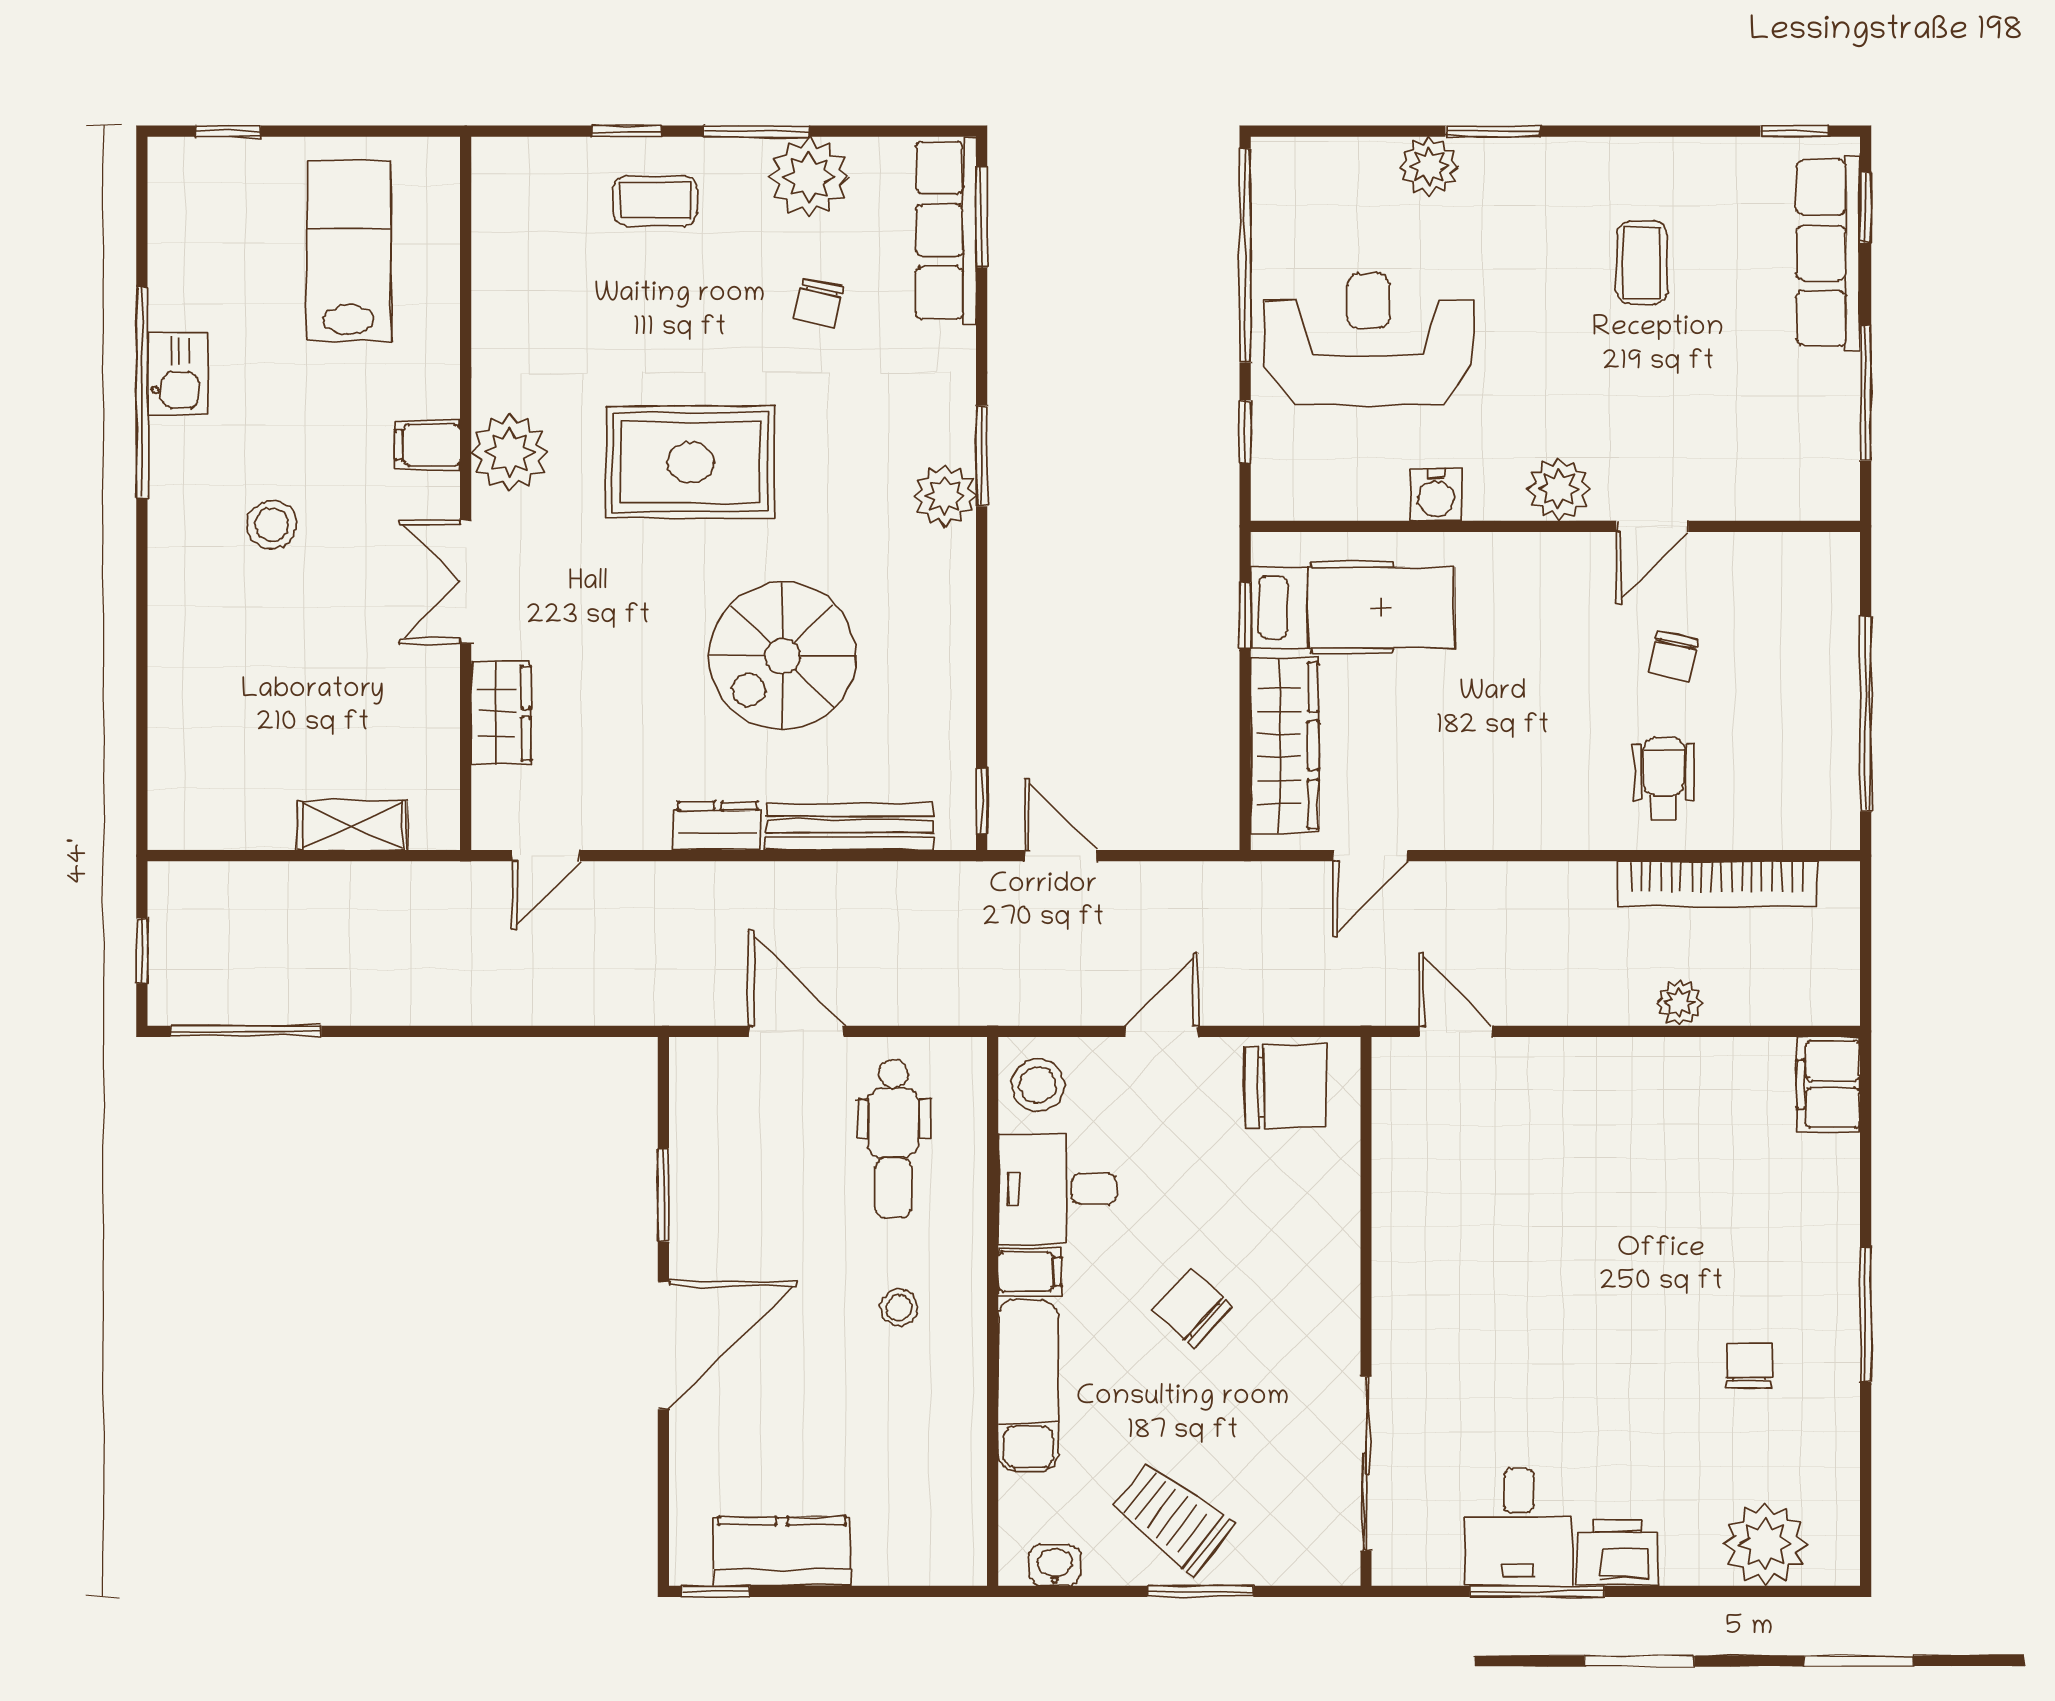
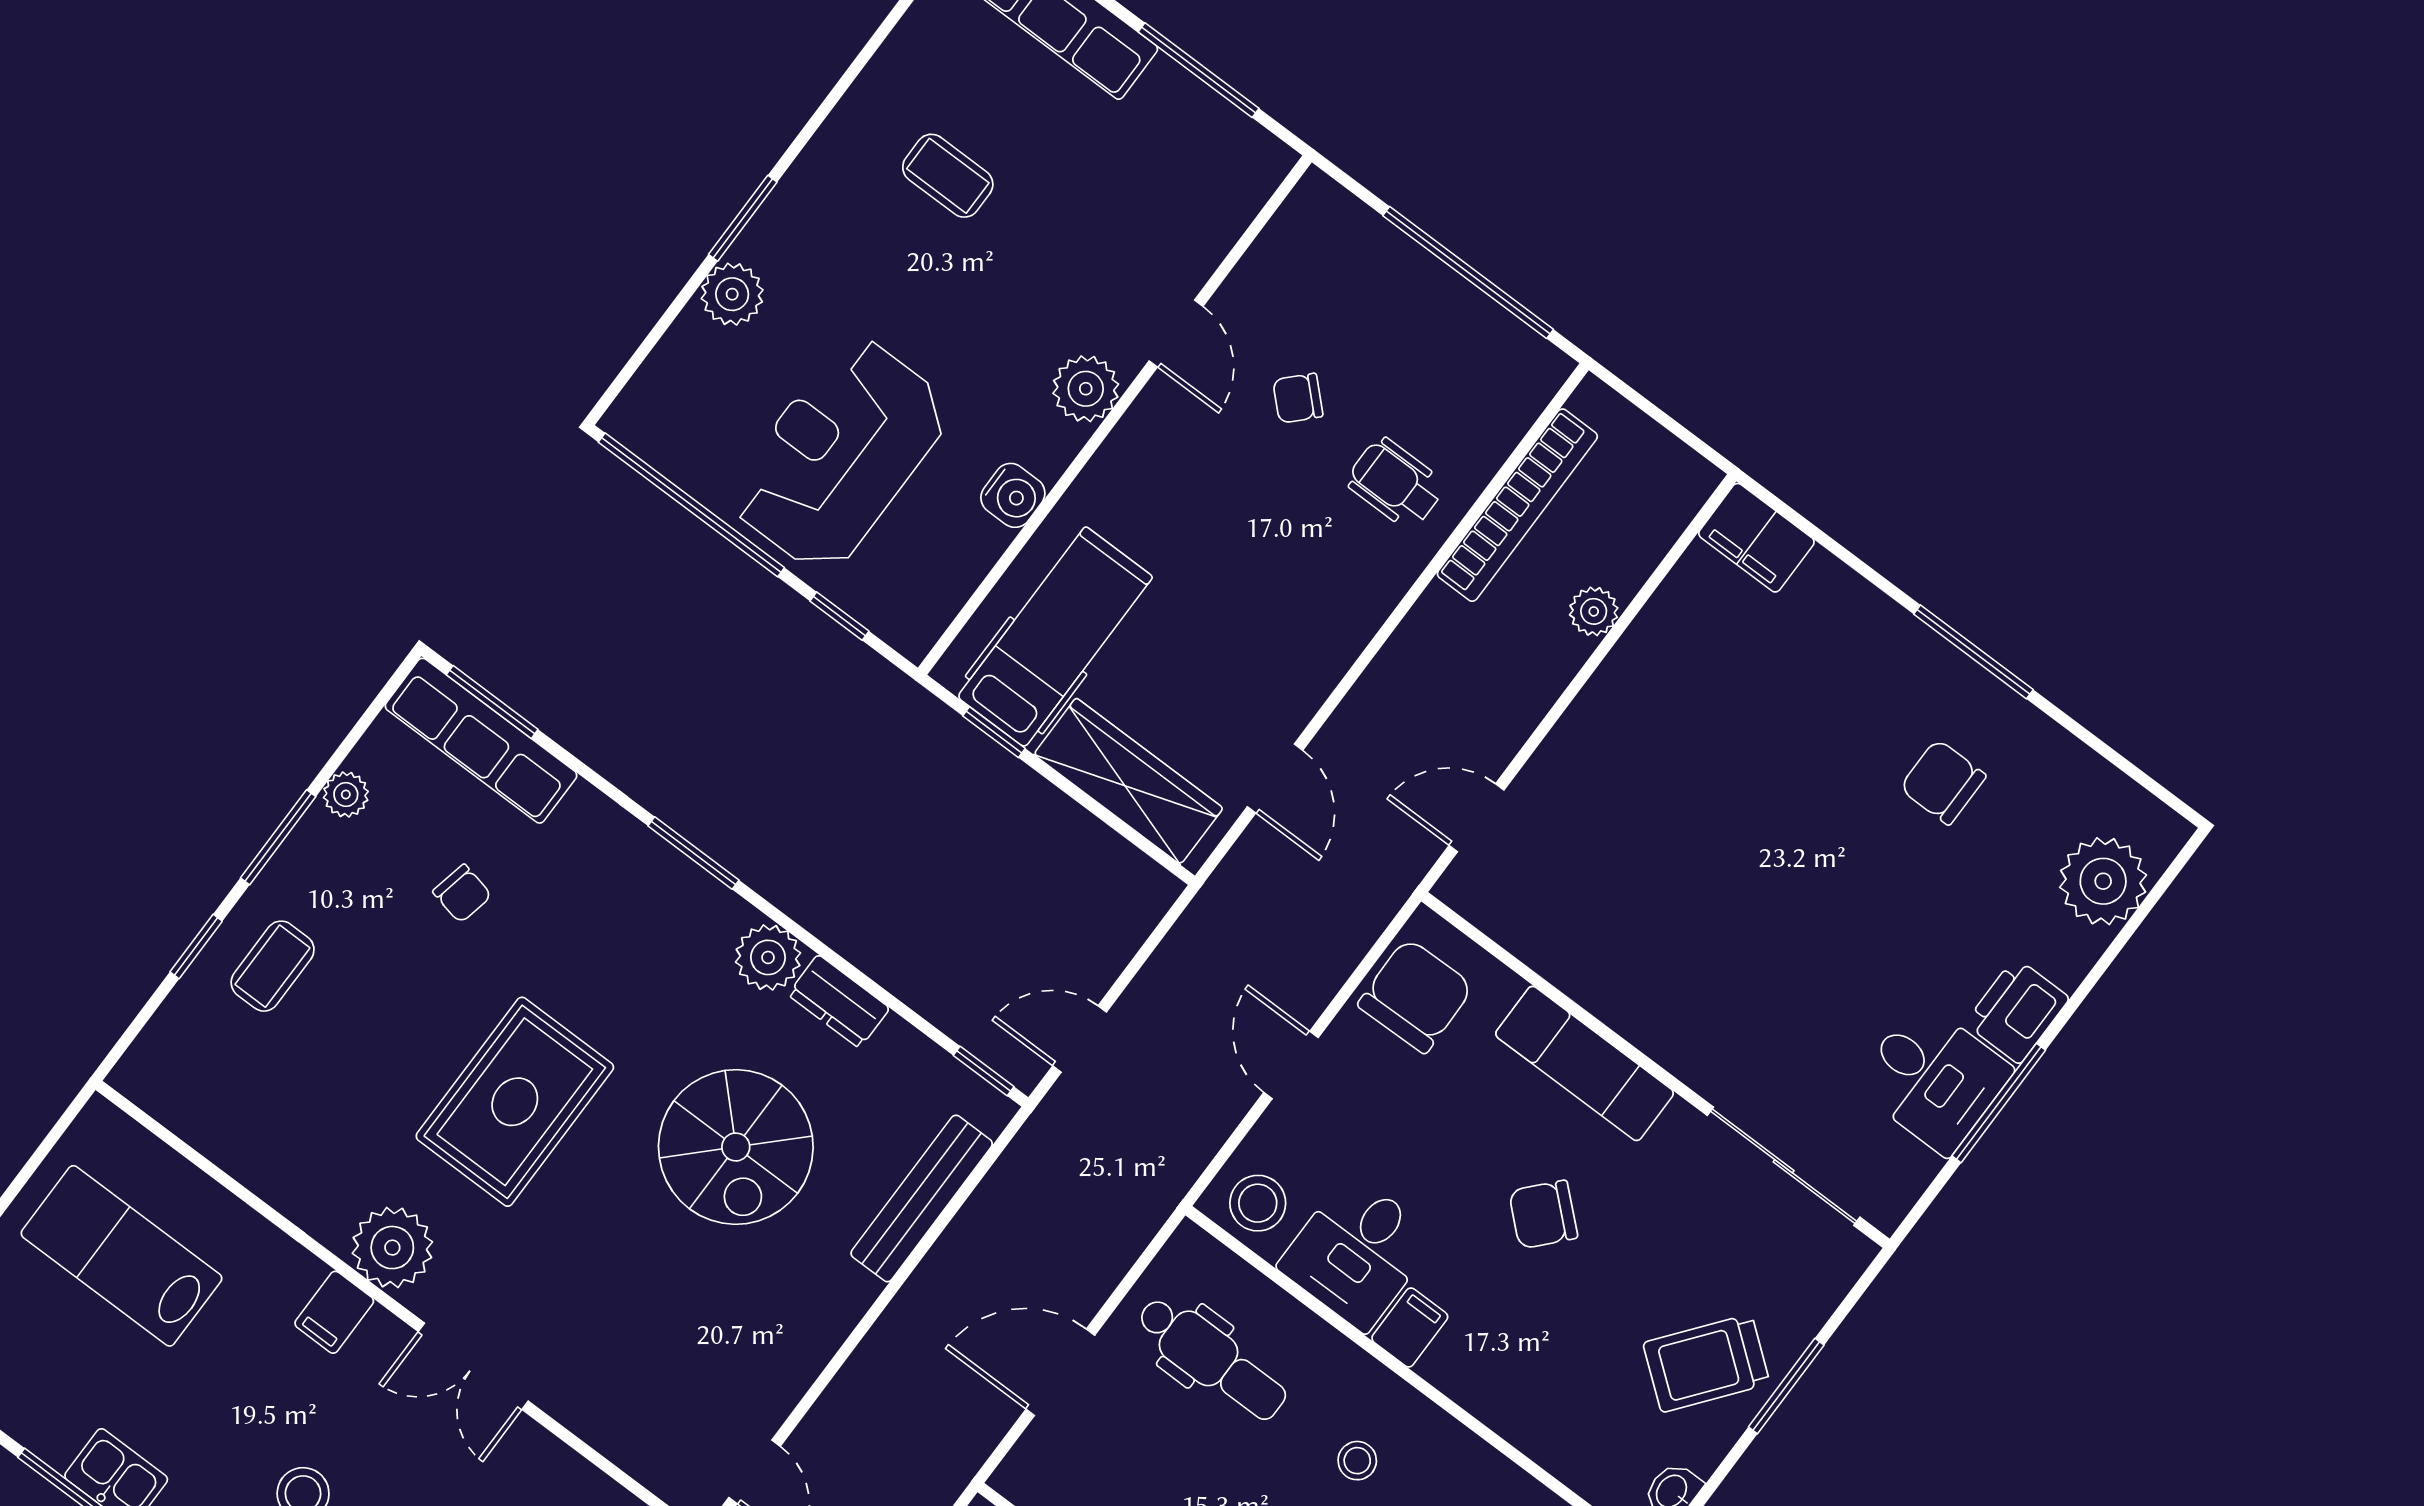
plant: (809, 177) -> (346, 795), width x0.53, depth x0.53
plant: (945, 496) -> (768, 957), moved
chair: (1673, 656) -> (1298, 398), turned 121
wardrobe: (501, 713) -> (606, 1419), removed
dresser: (718, 826) -> (839, 1001), moved, turned -90
chair: (1749, 1365) -> (1943, 782), width x1.37, depth x1.37
exam couch: (1028, 1385) -> (1585, 1063), moved, turned 180

